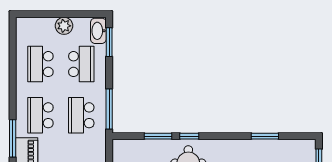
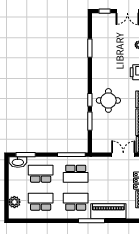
plant: (64, 26) -> (14, 202), moved
school desk: (40, 64) -> (41, 202), turned 180
school desk: (40, 115) -> (76, 202), turned 180

